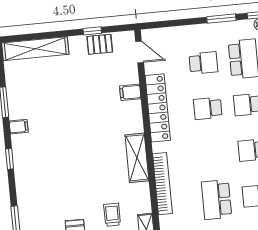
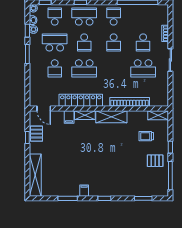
door: (140, 52) -> (44, 109), swing flipped
school desk: (203, 63) -> (55, 68), turned 180
school desk: (208, 108) -> (84, 68), width x1.85
shelving: (135, 117) -> (85, 115), added

